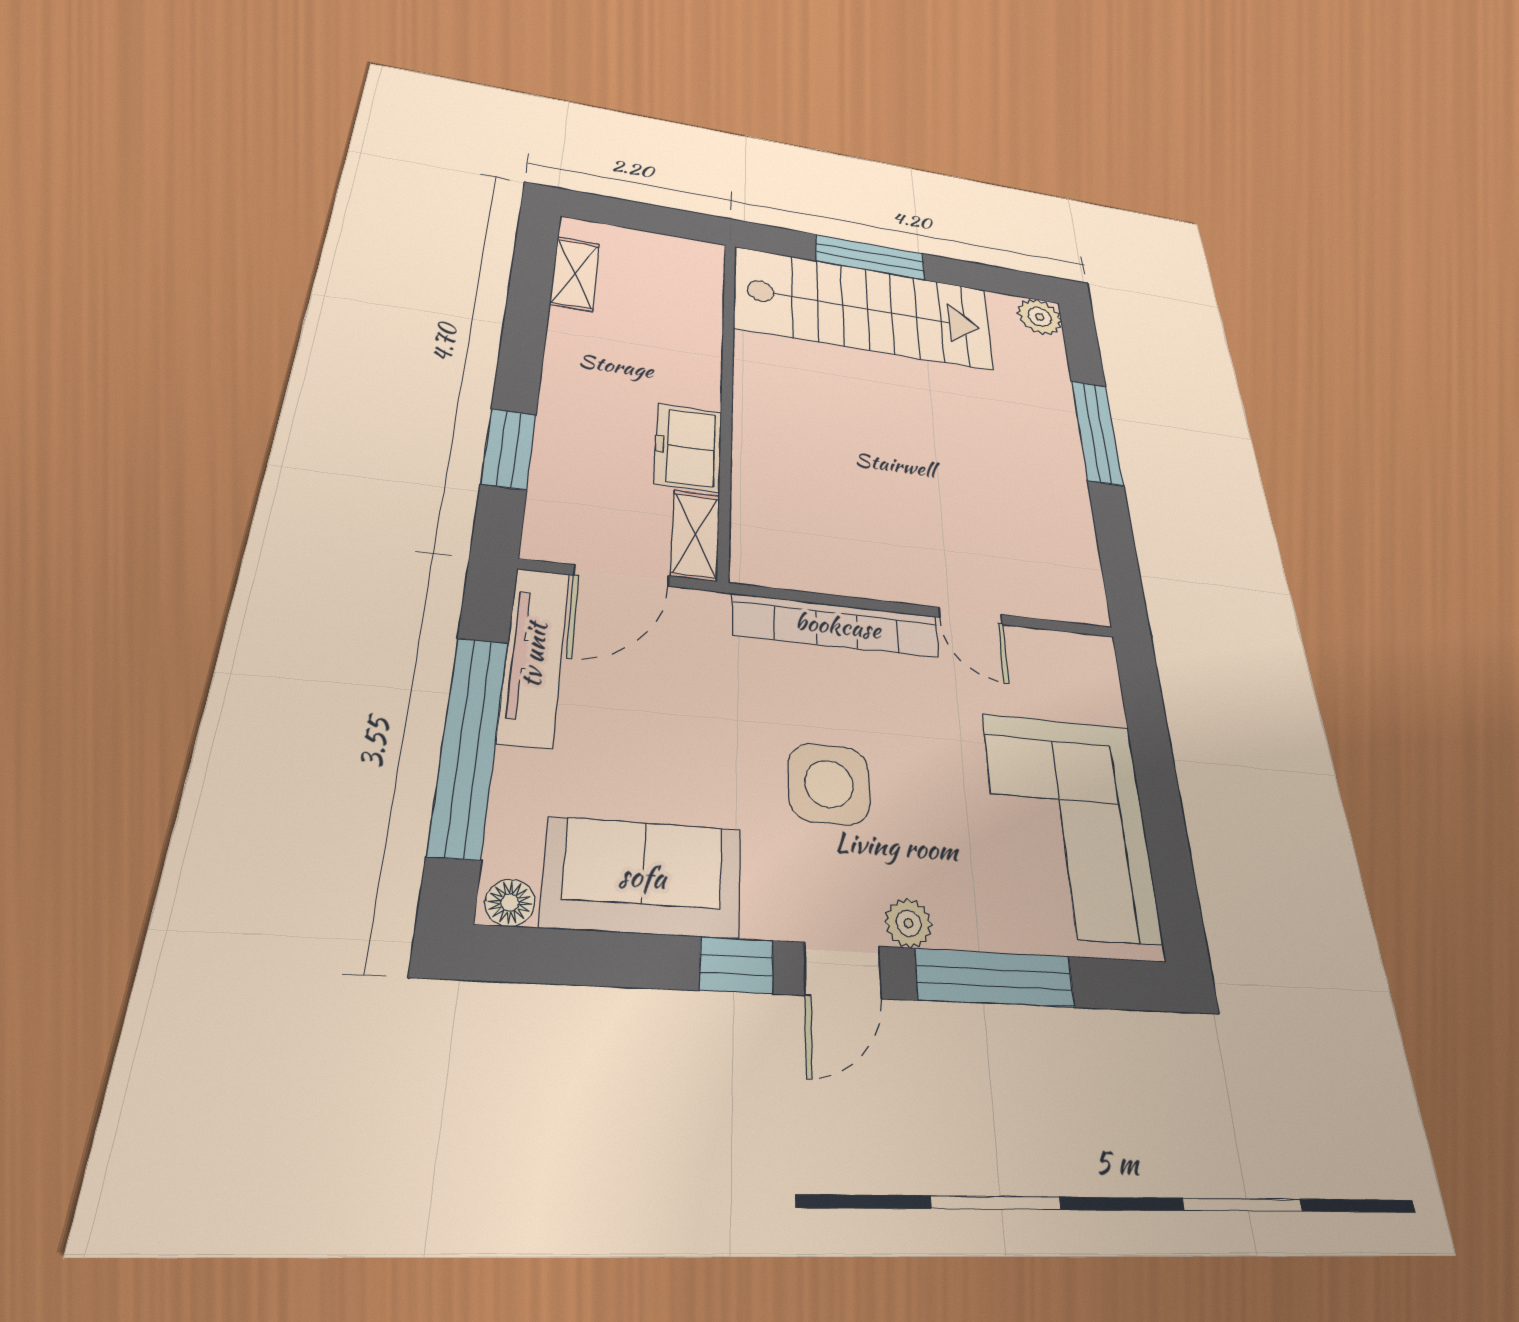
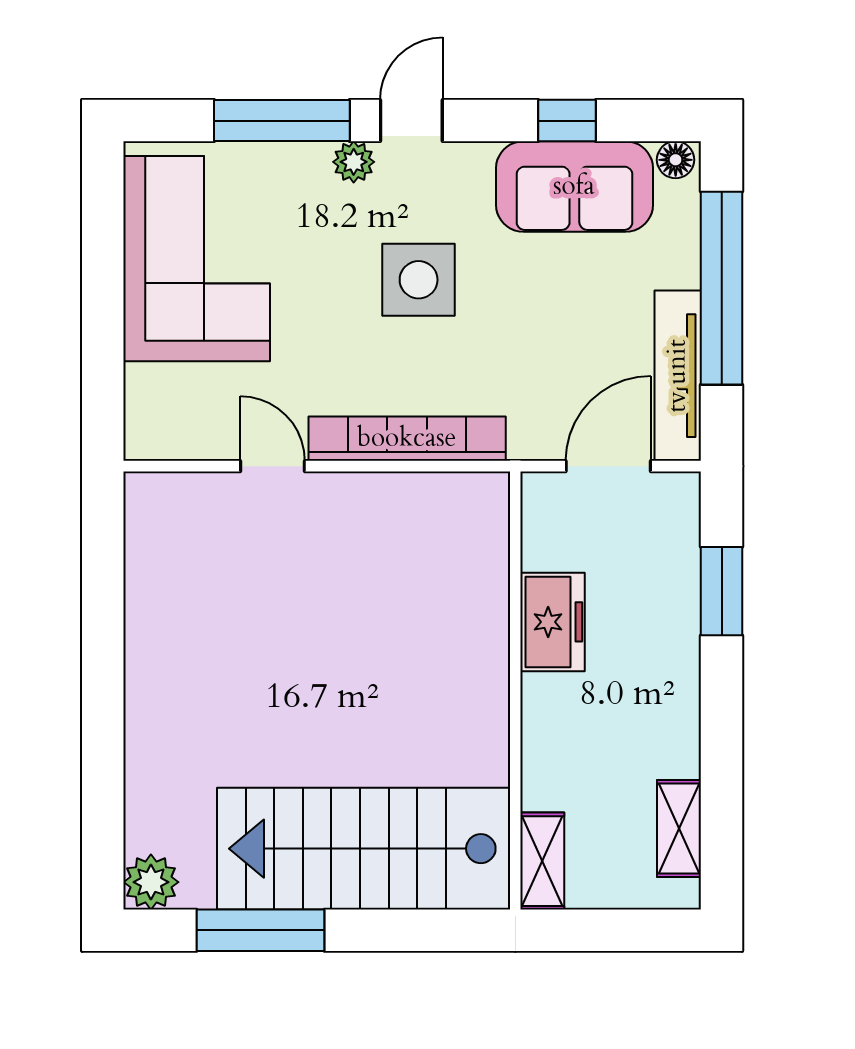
window: (870, 257) -> (260, 930), moved
window: (1097, 432) -> (103, 721), removed
shelving: (695, 535) -> (542, 861), moved
window: (737, 965) -> (567, 121), moved

